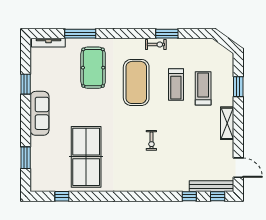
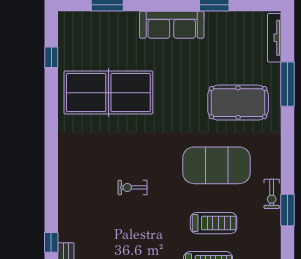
treadmill: (176, 84) -> (214, 223), turned 180

